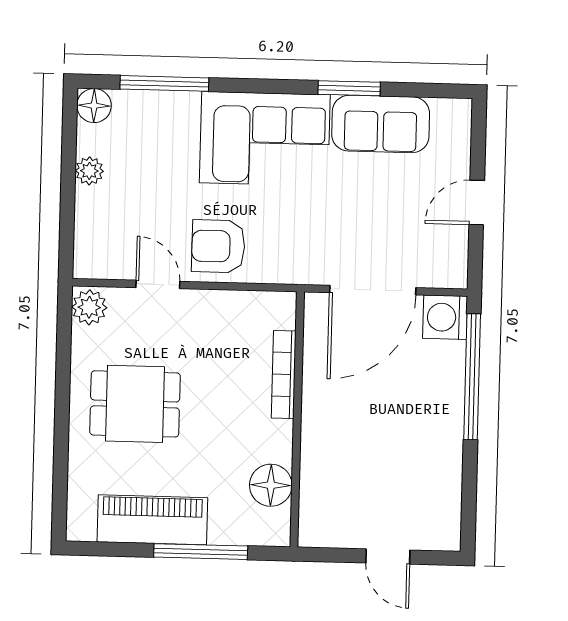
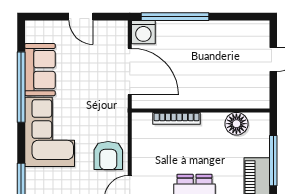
window: (349, 88) -> (21, 87), width x2.11

